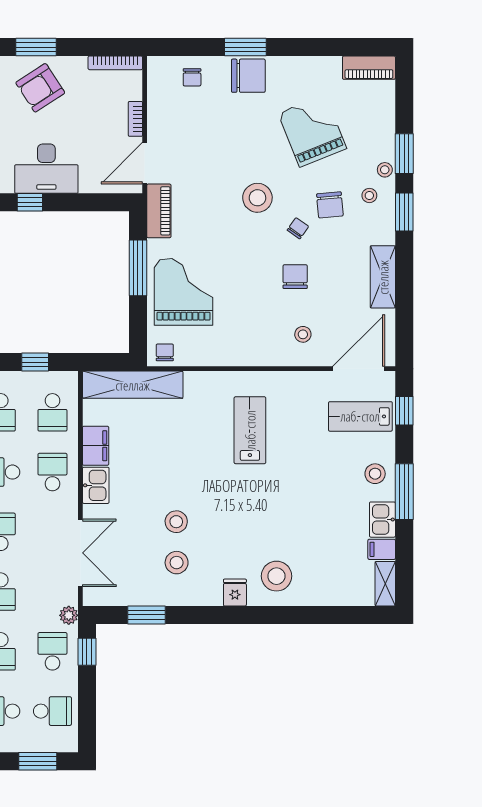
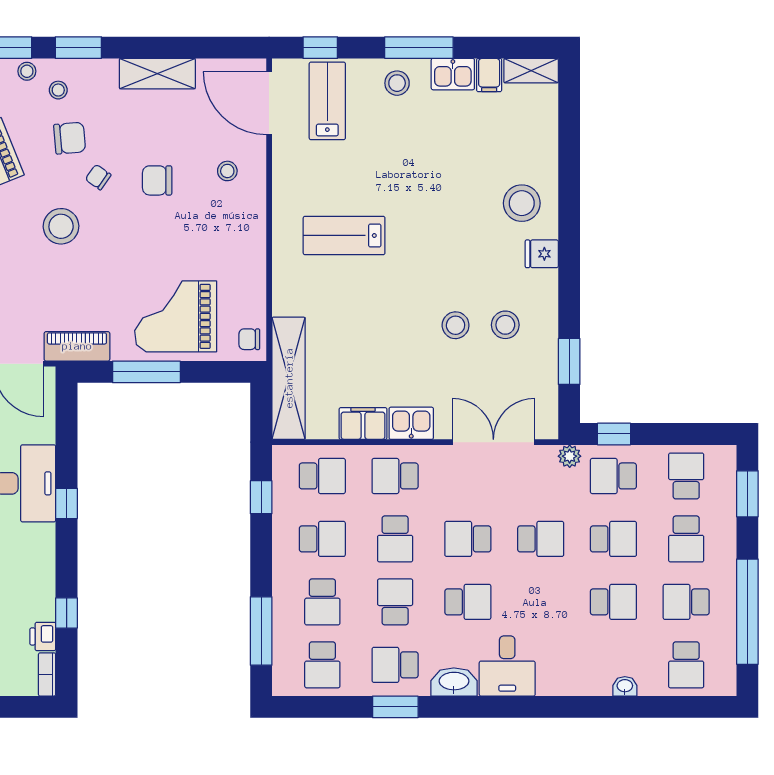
lab bench: (360, 416) -> (327, 101), turned 180

